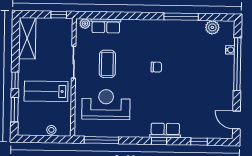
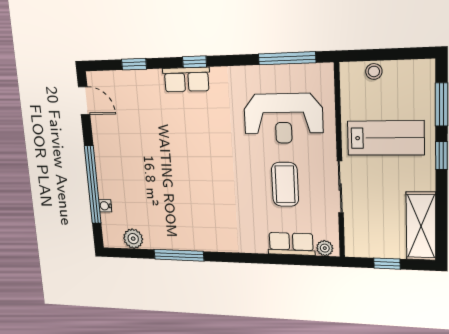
window: (59, 15) -> (387, 264), moved
chair: (156, 67) -> (209, 180), removed

